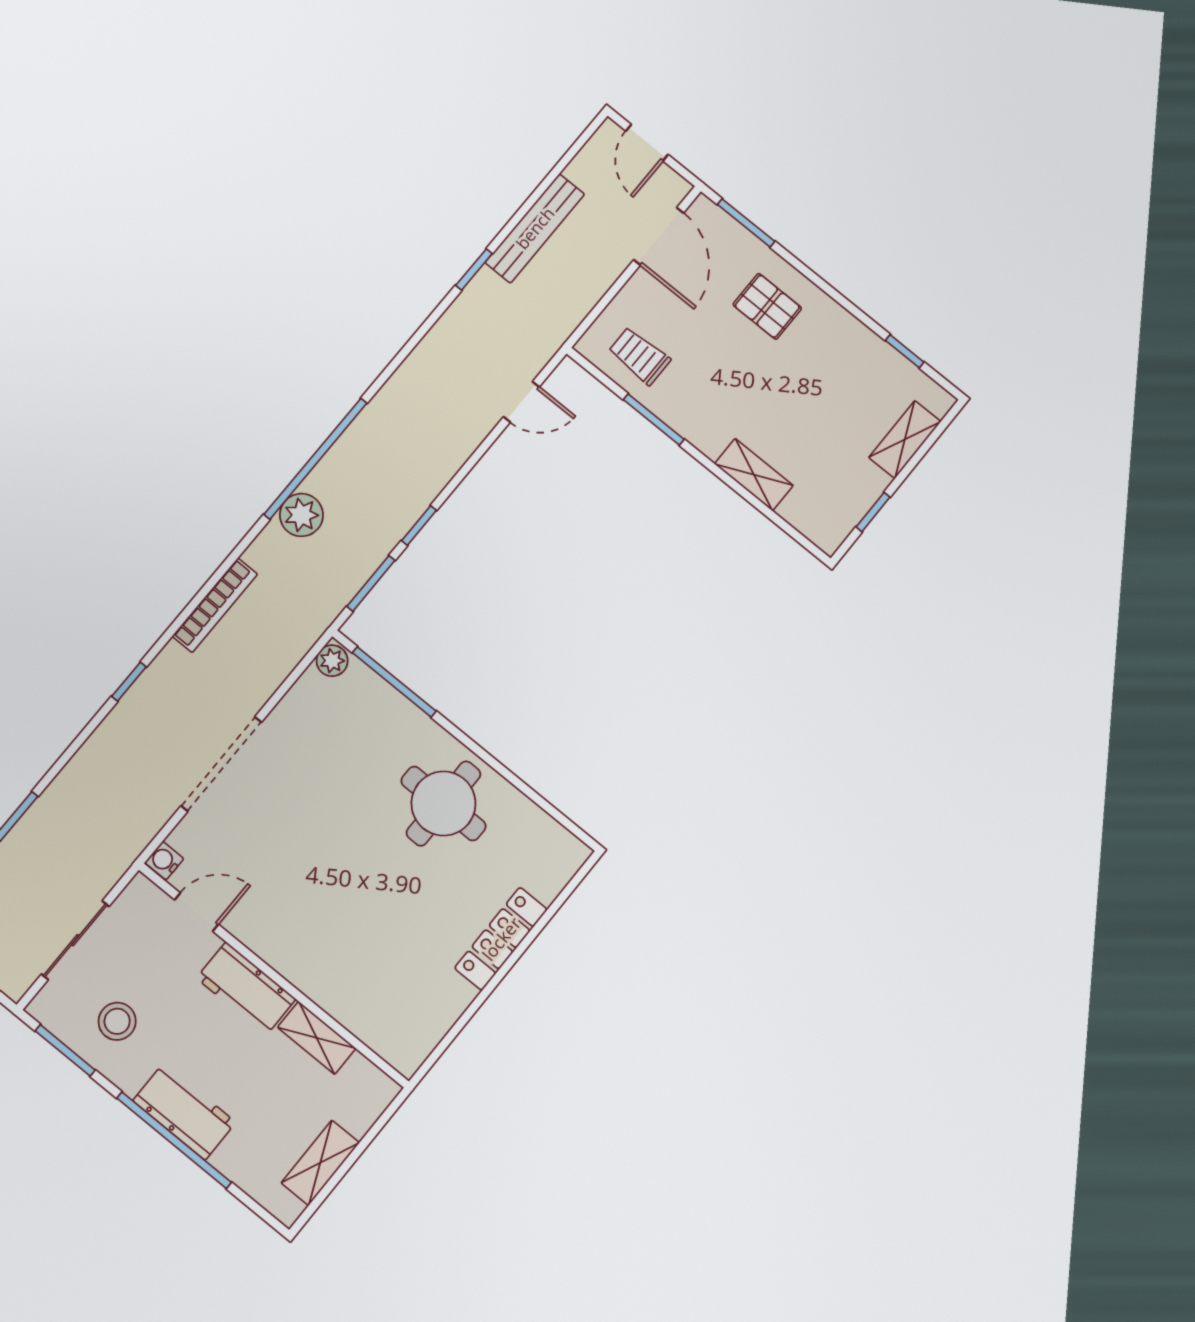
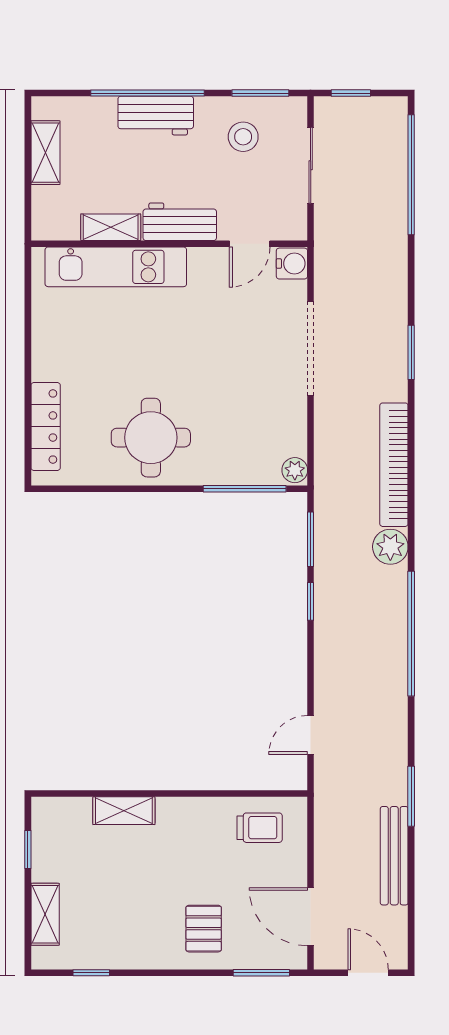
window: (474, 269) -> (411, 796), width x1.50
pallet: (767, 306) -> (204, 929), turned 90
window: (654, 420) -> (217, 794), removed
window: (316, 459) -> (411, 634), moved
bookcase: (215, 605) -> (394, 465), width x1.48, depth x1.31
window: (129, 682) -> (411, 352), width x1.50
water cooler: (164, 861) -> (292, 264), width x1.38, depth x1.38
locker: (501, 939) -> (46, 427), moved
kitchen unit: (343, 995) -> (116, 267), added

